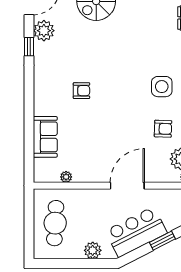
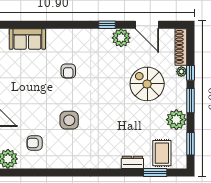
side table: (162, 87) -> (69, 120), moved
armchair: (163, 129) -> (35, 143), turned 88

